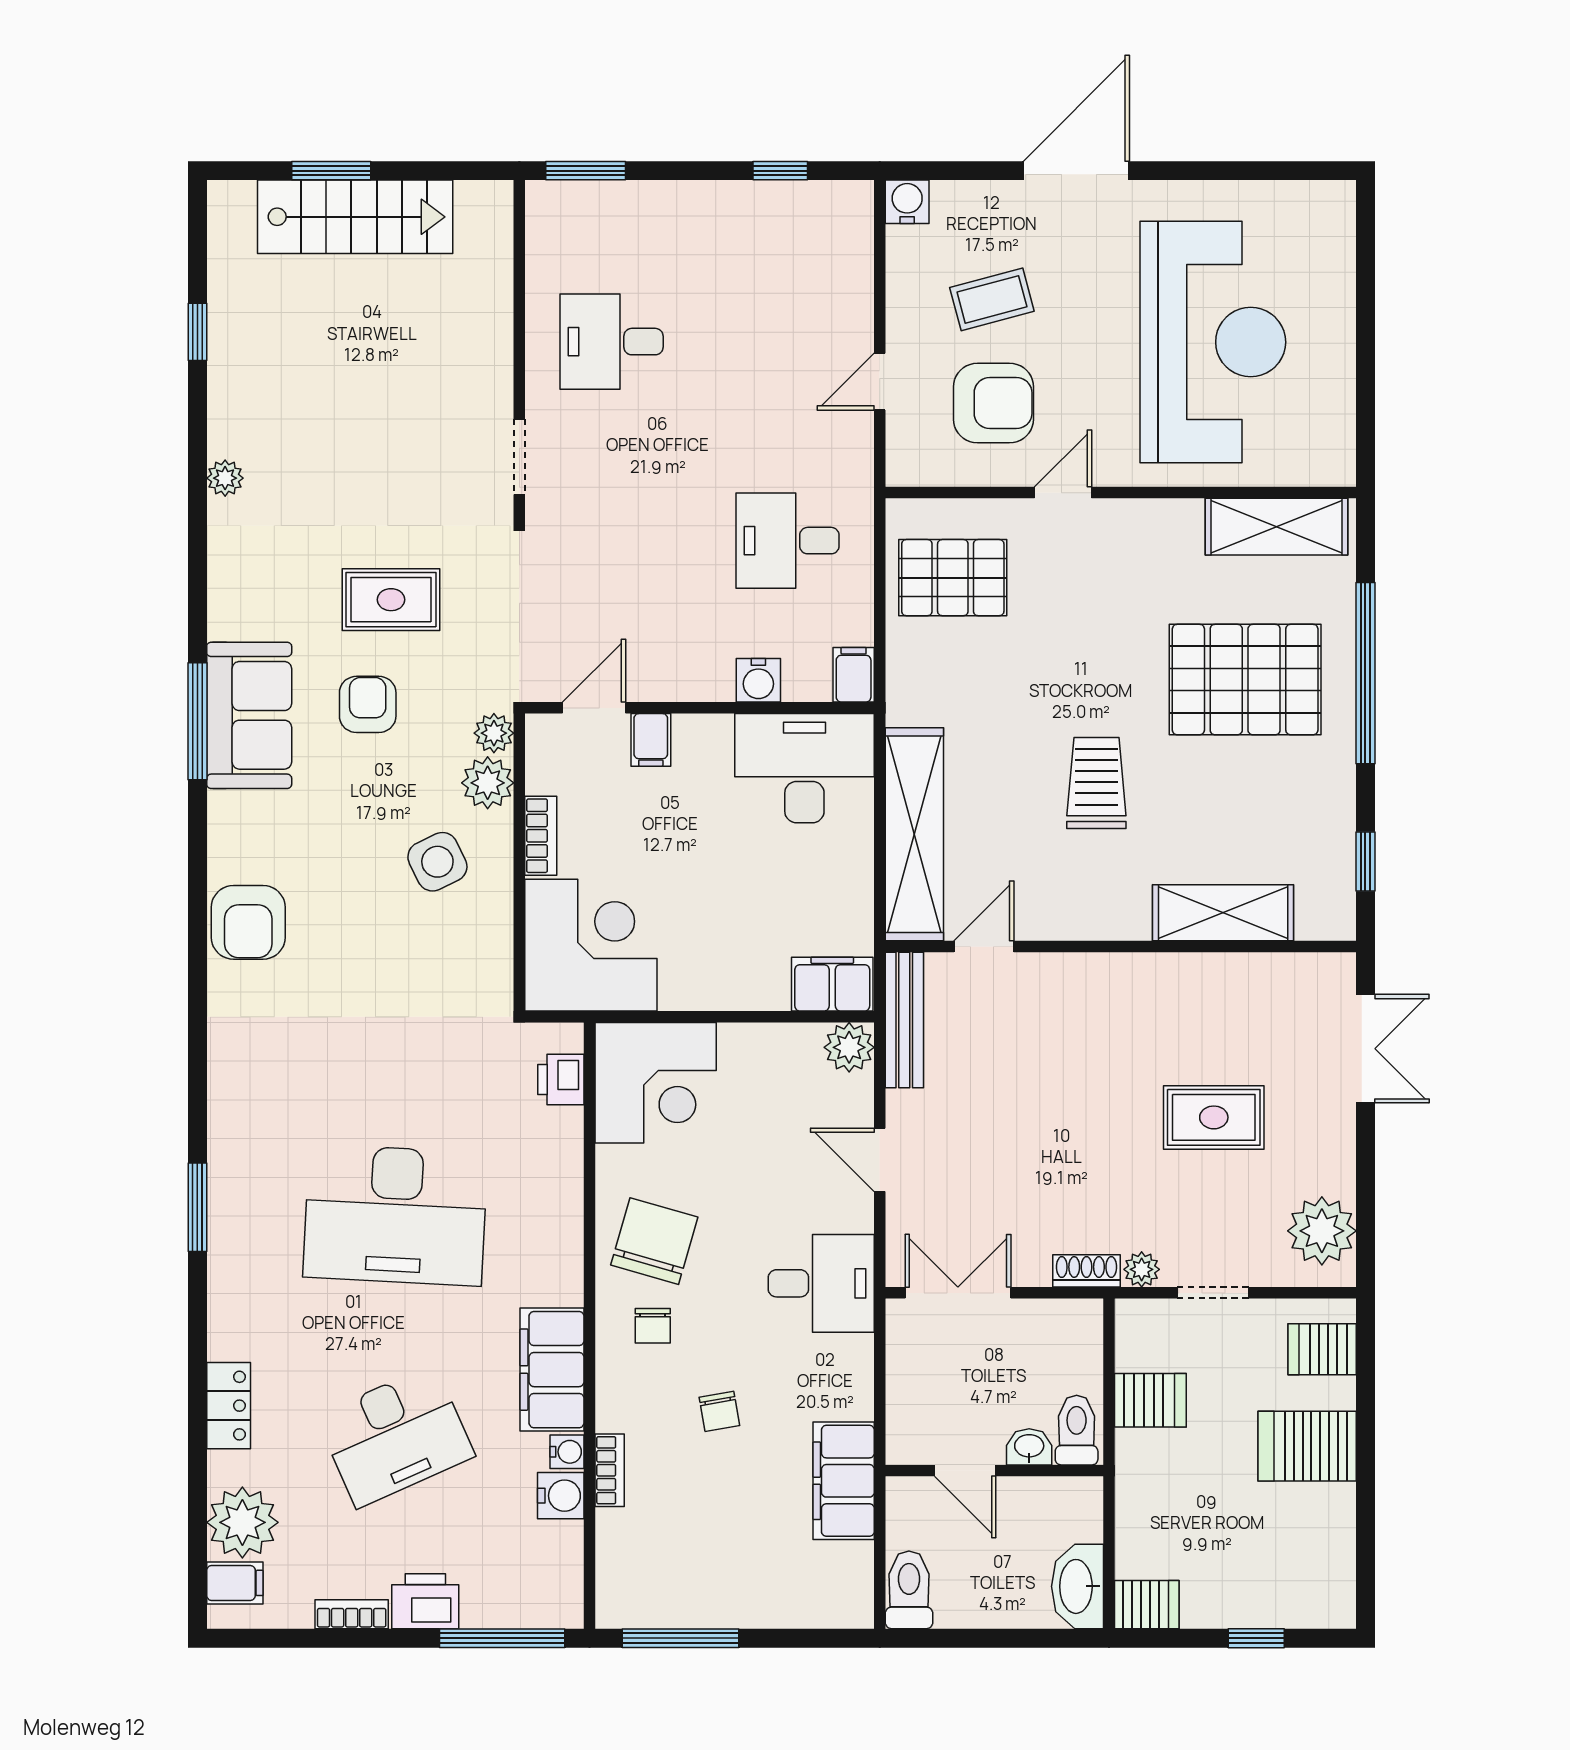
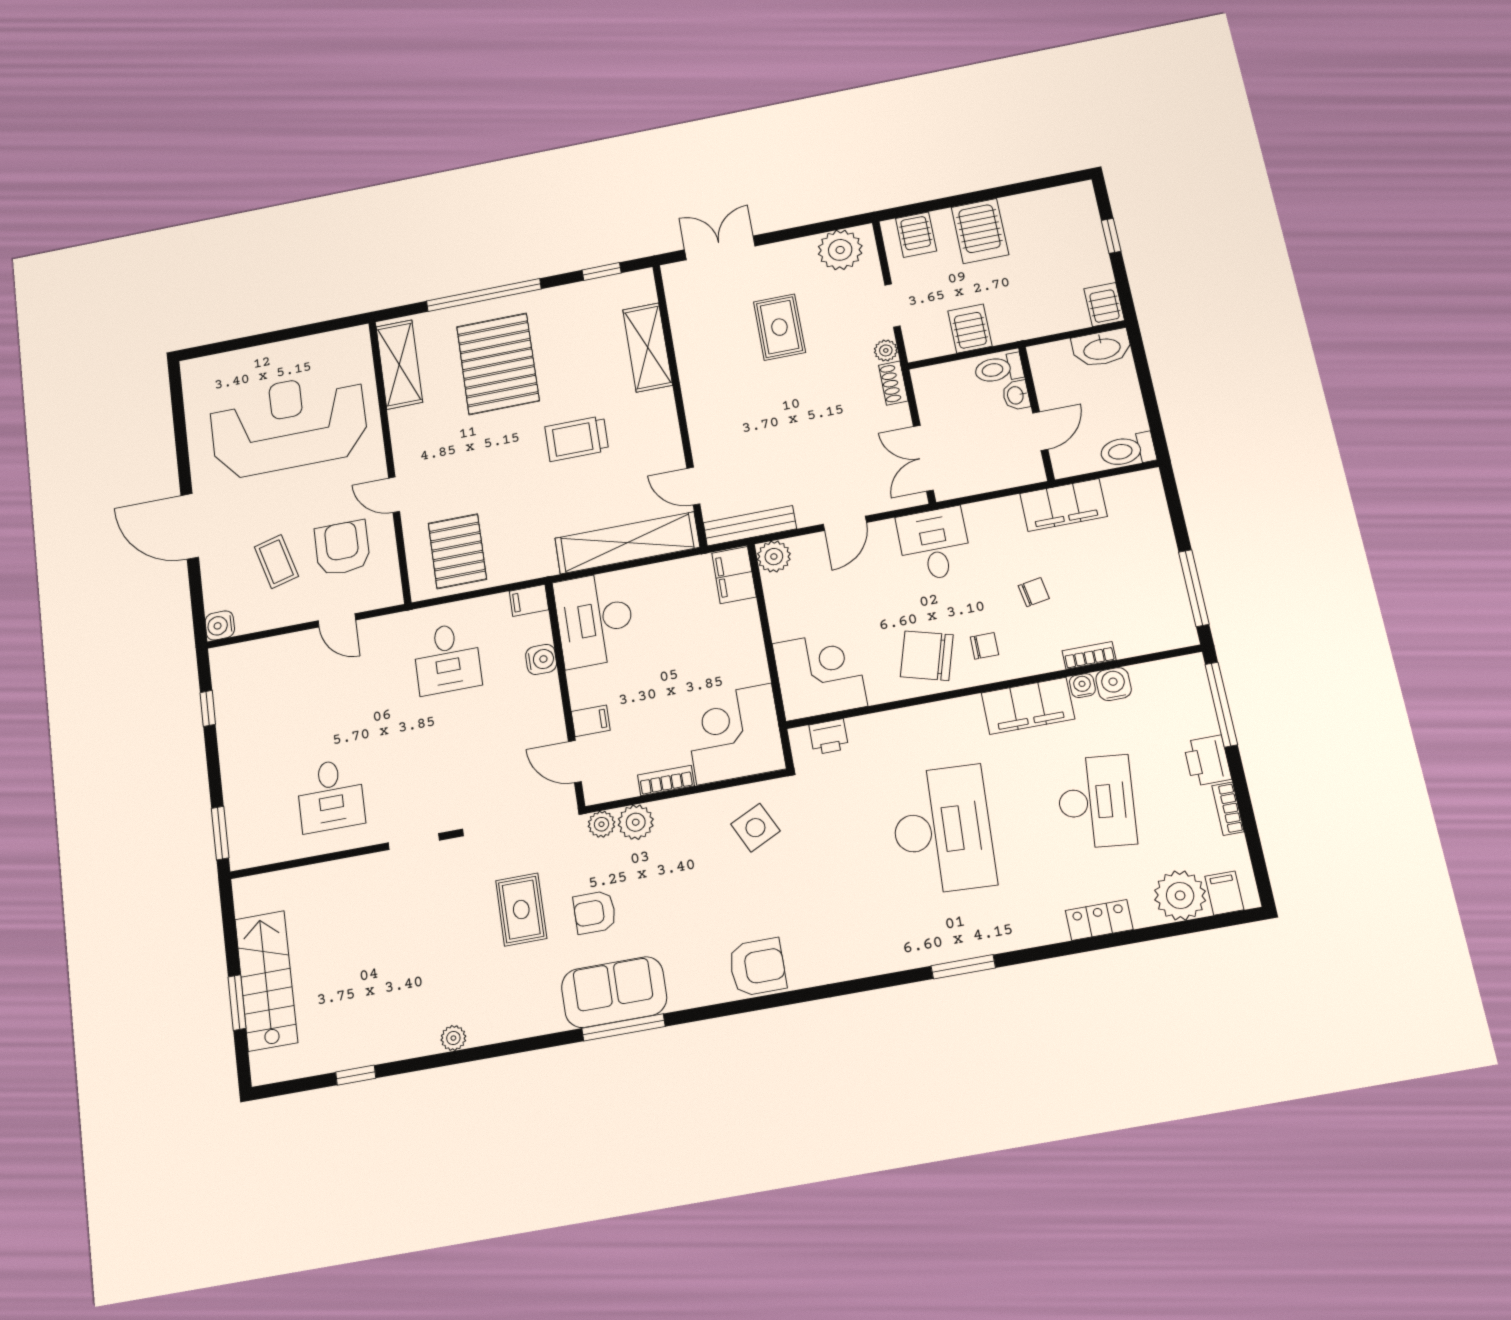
side table: (437, 862) -> (755, 828), moved
desk: (395, 1436) -> (1096, 802), turned 30

